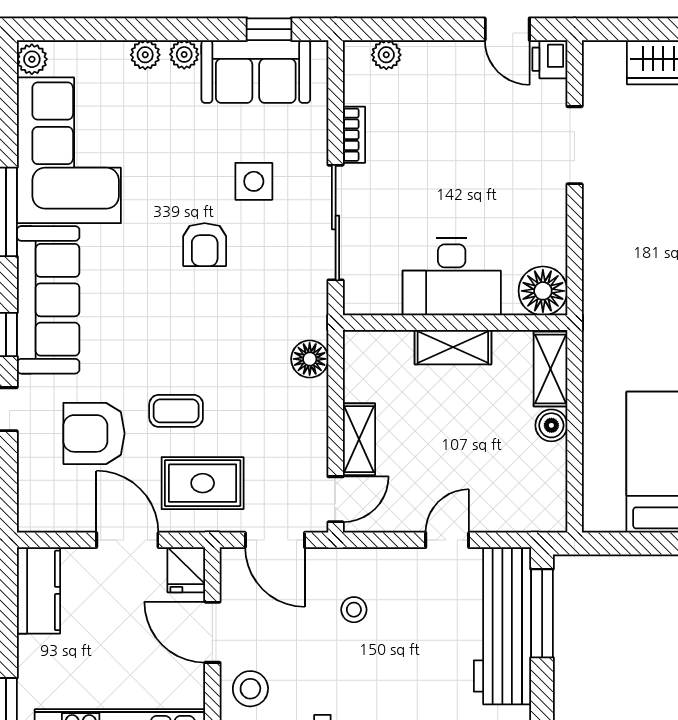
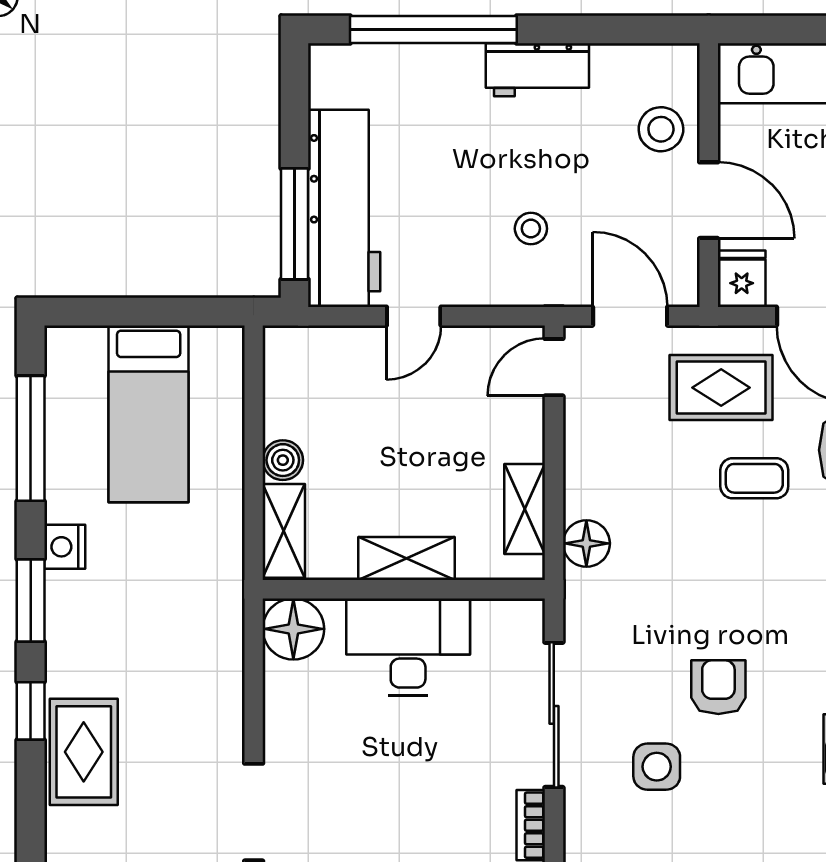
shelving: (359, 439) -> (525, 509), moved

